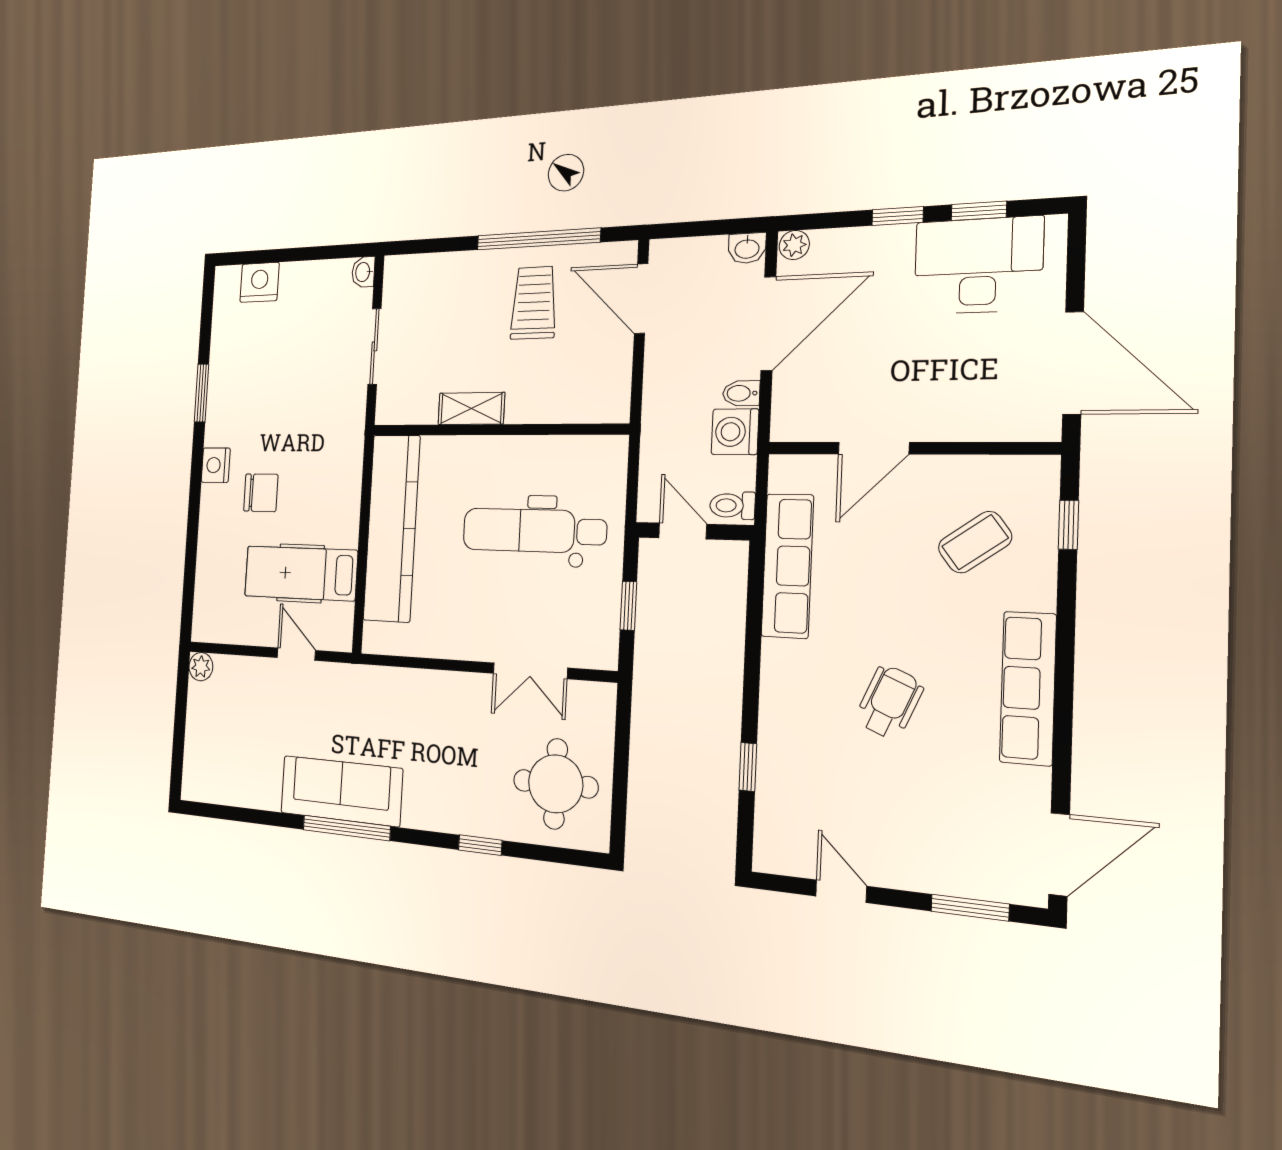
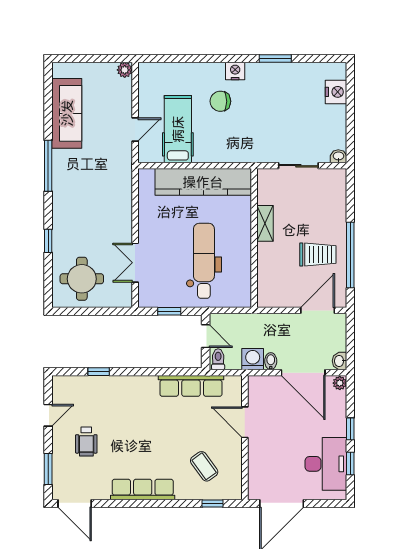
chair: (261, 493) -> (220, 101), turned 90
door: (683, 531) -> (206, 336), hinge flipped
wheelchair: (889, 702) -> (86, 442), moved, turned 67
sofa: (341, 791) -> (67, 113), moved

